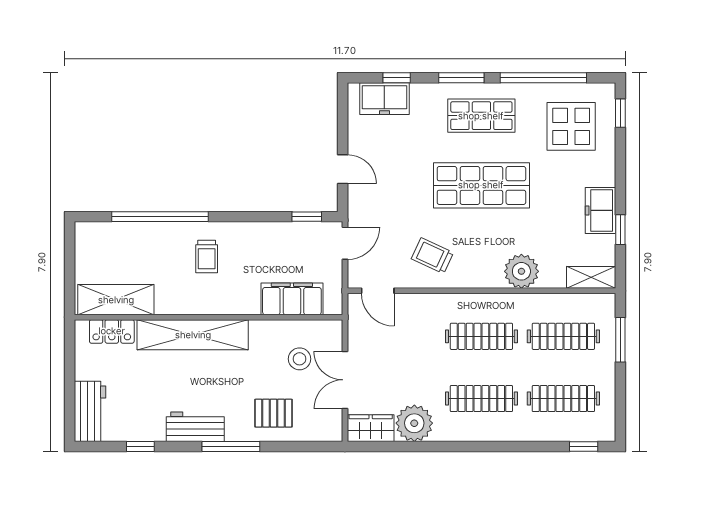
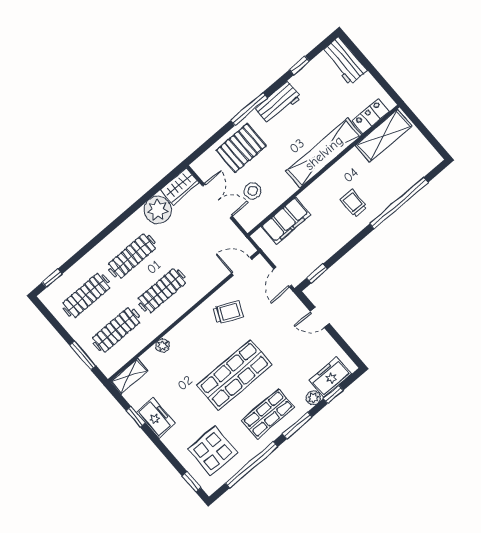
plant: (420, 92) -> (313, 398), added
plant: (521, 271) -> (162, 346), width x0.53, depth x0.53
pallet: (274, 413) -> (241, 148), width x1.50, depth x1.42

